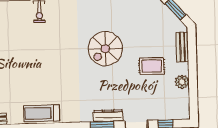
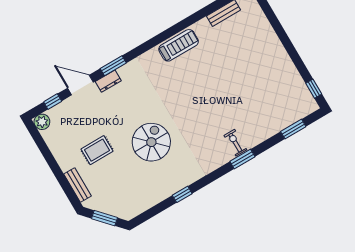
plant: (182, 82) -> (42, 122), moved
dresser: (108, 116) -> (108, 81), width x0.70

